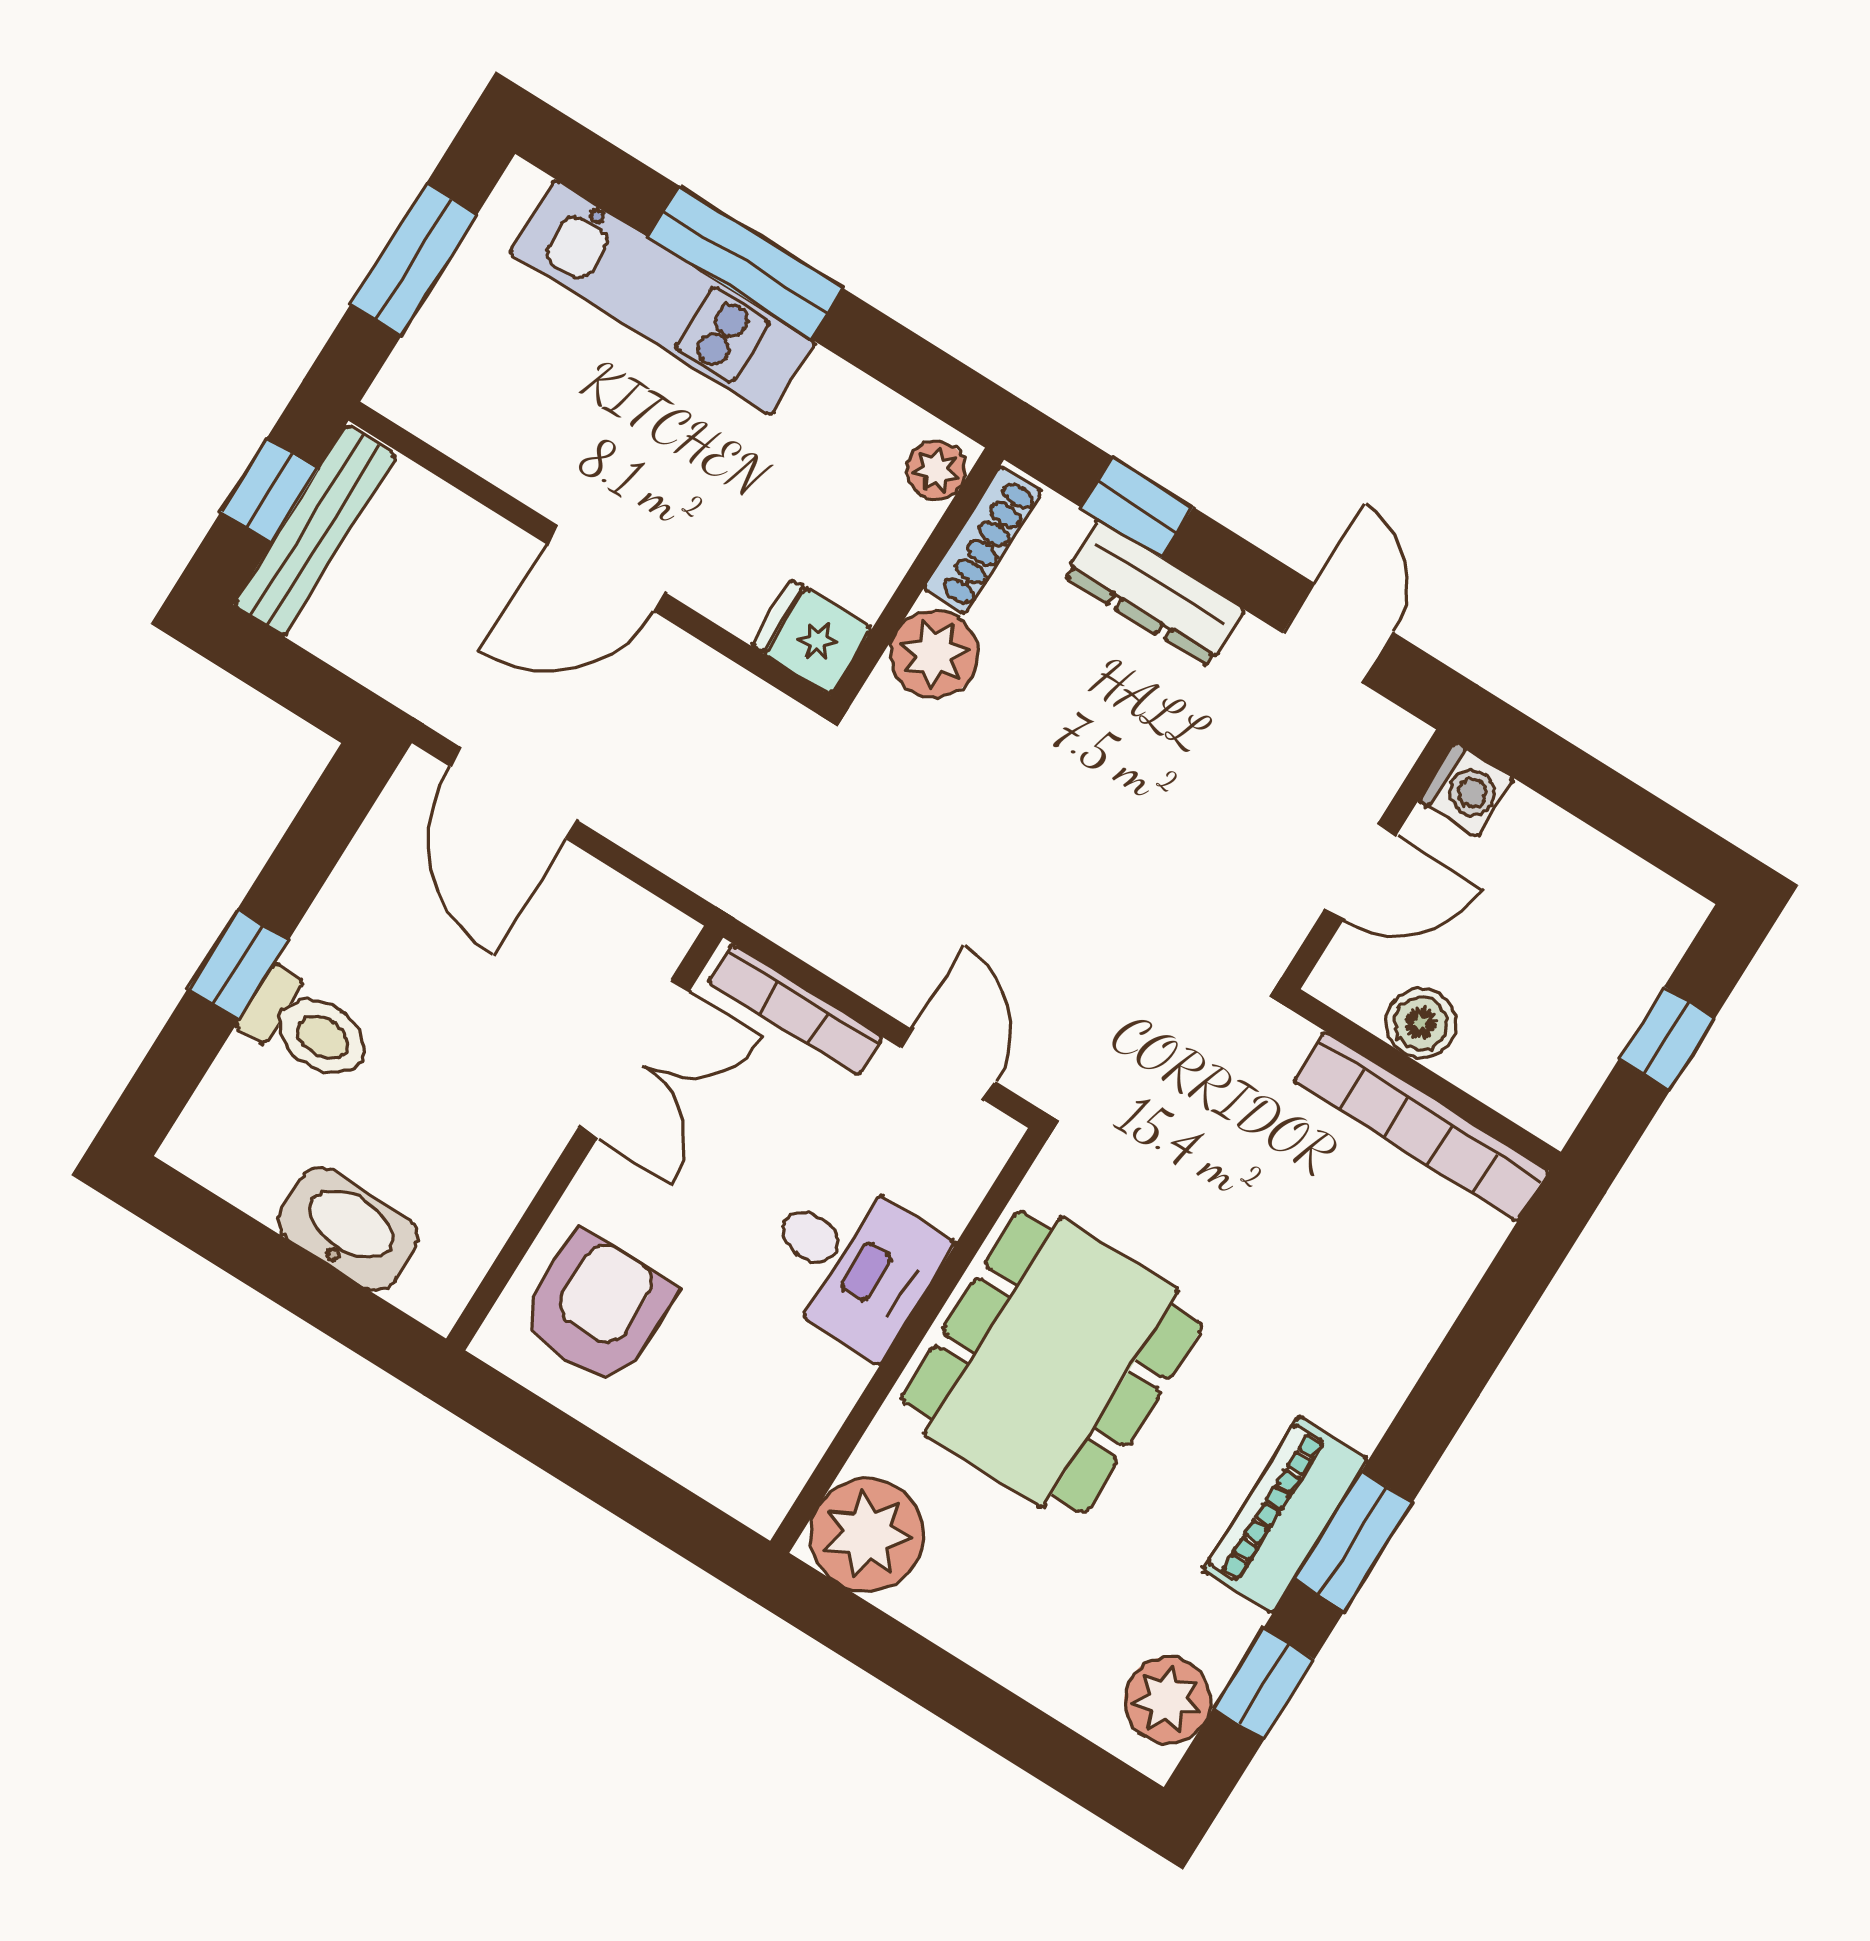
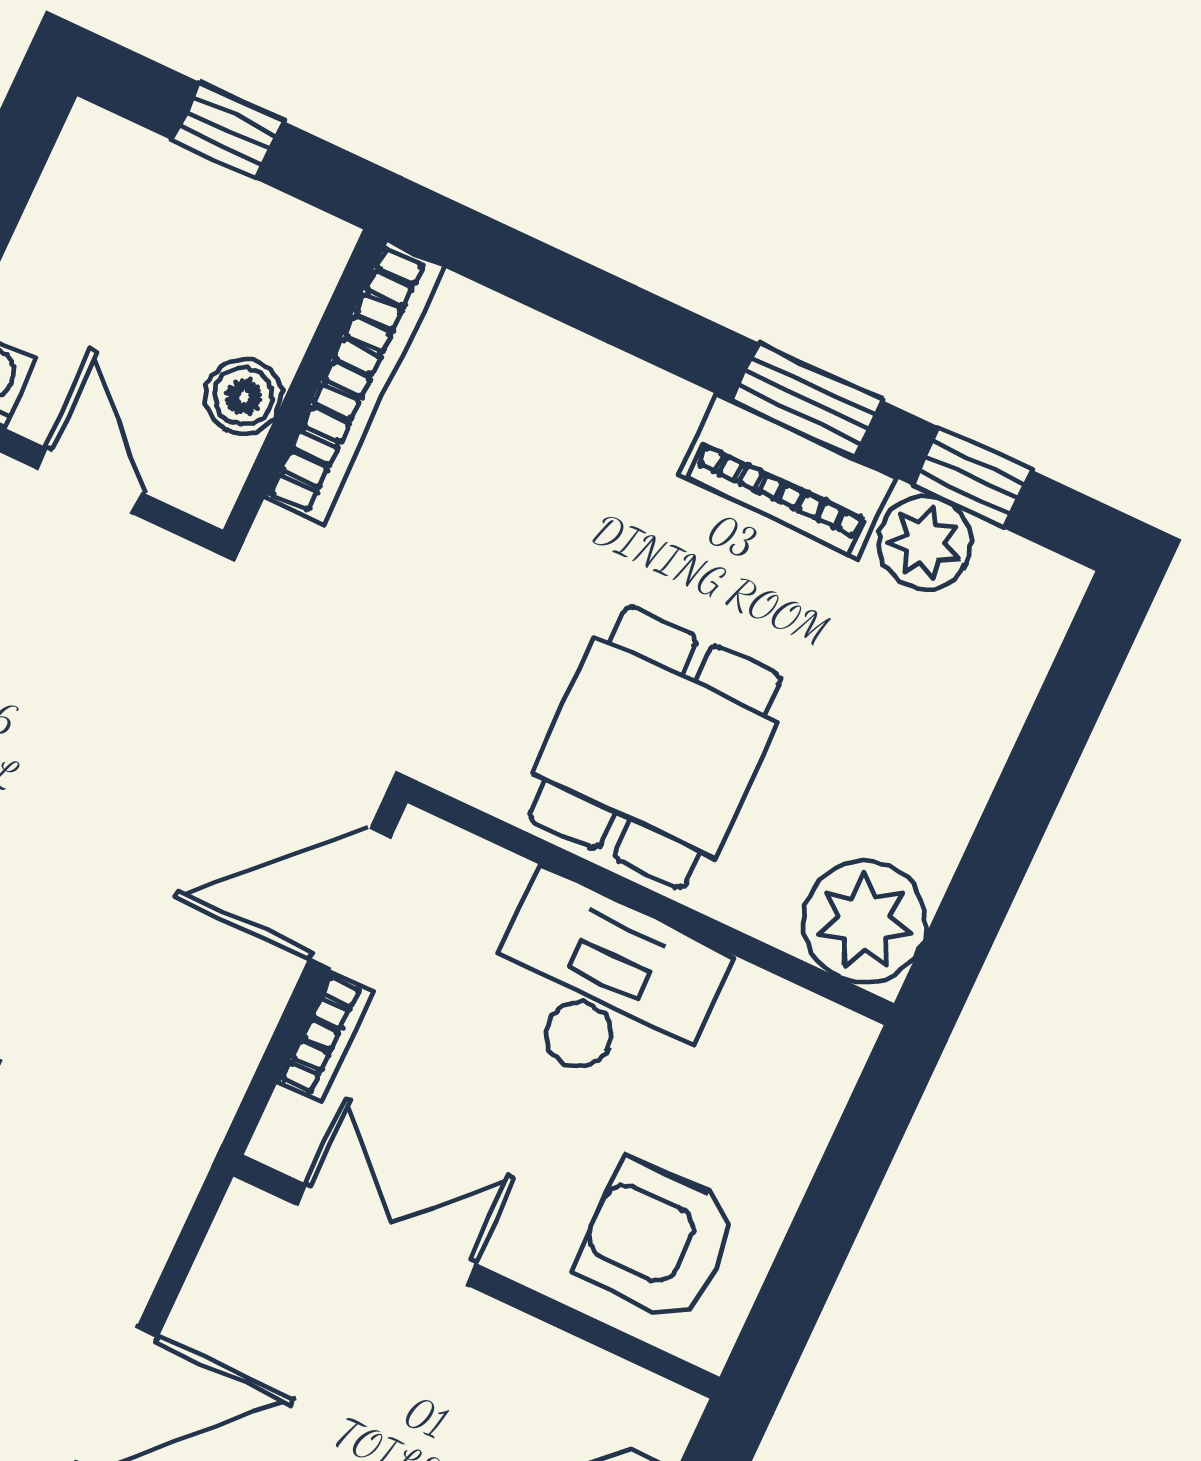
bookcase: (795, 1009) -> (326, 1037), width x0.64
door: (948, 1065) -> (350, 897), width x1.37
desk: (852, 1262) -> (601, 987), width x1.37
dining table: (1052, 1362) -> (655, 747), width x0.73
plant: (1167, 1700) -> (925, 543), moved

